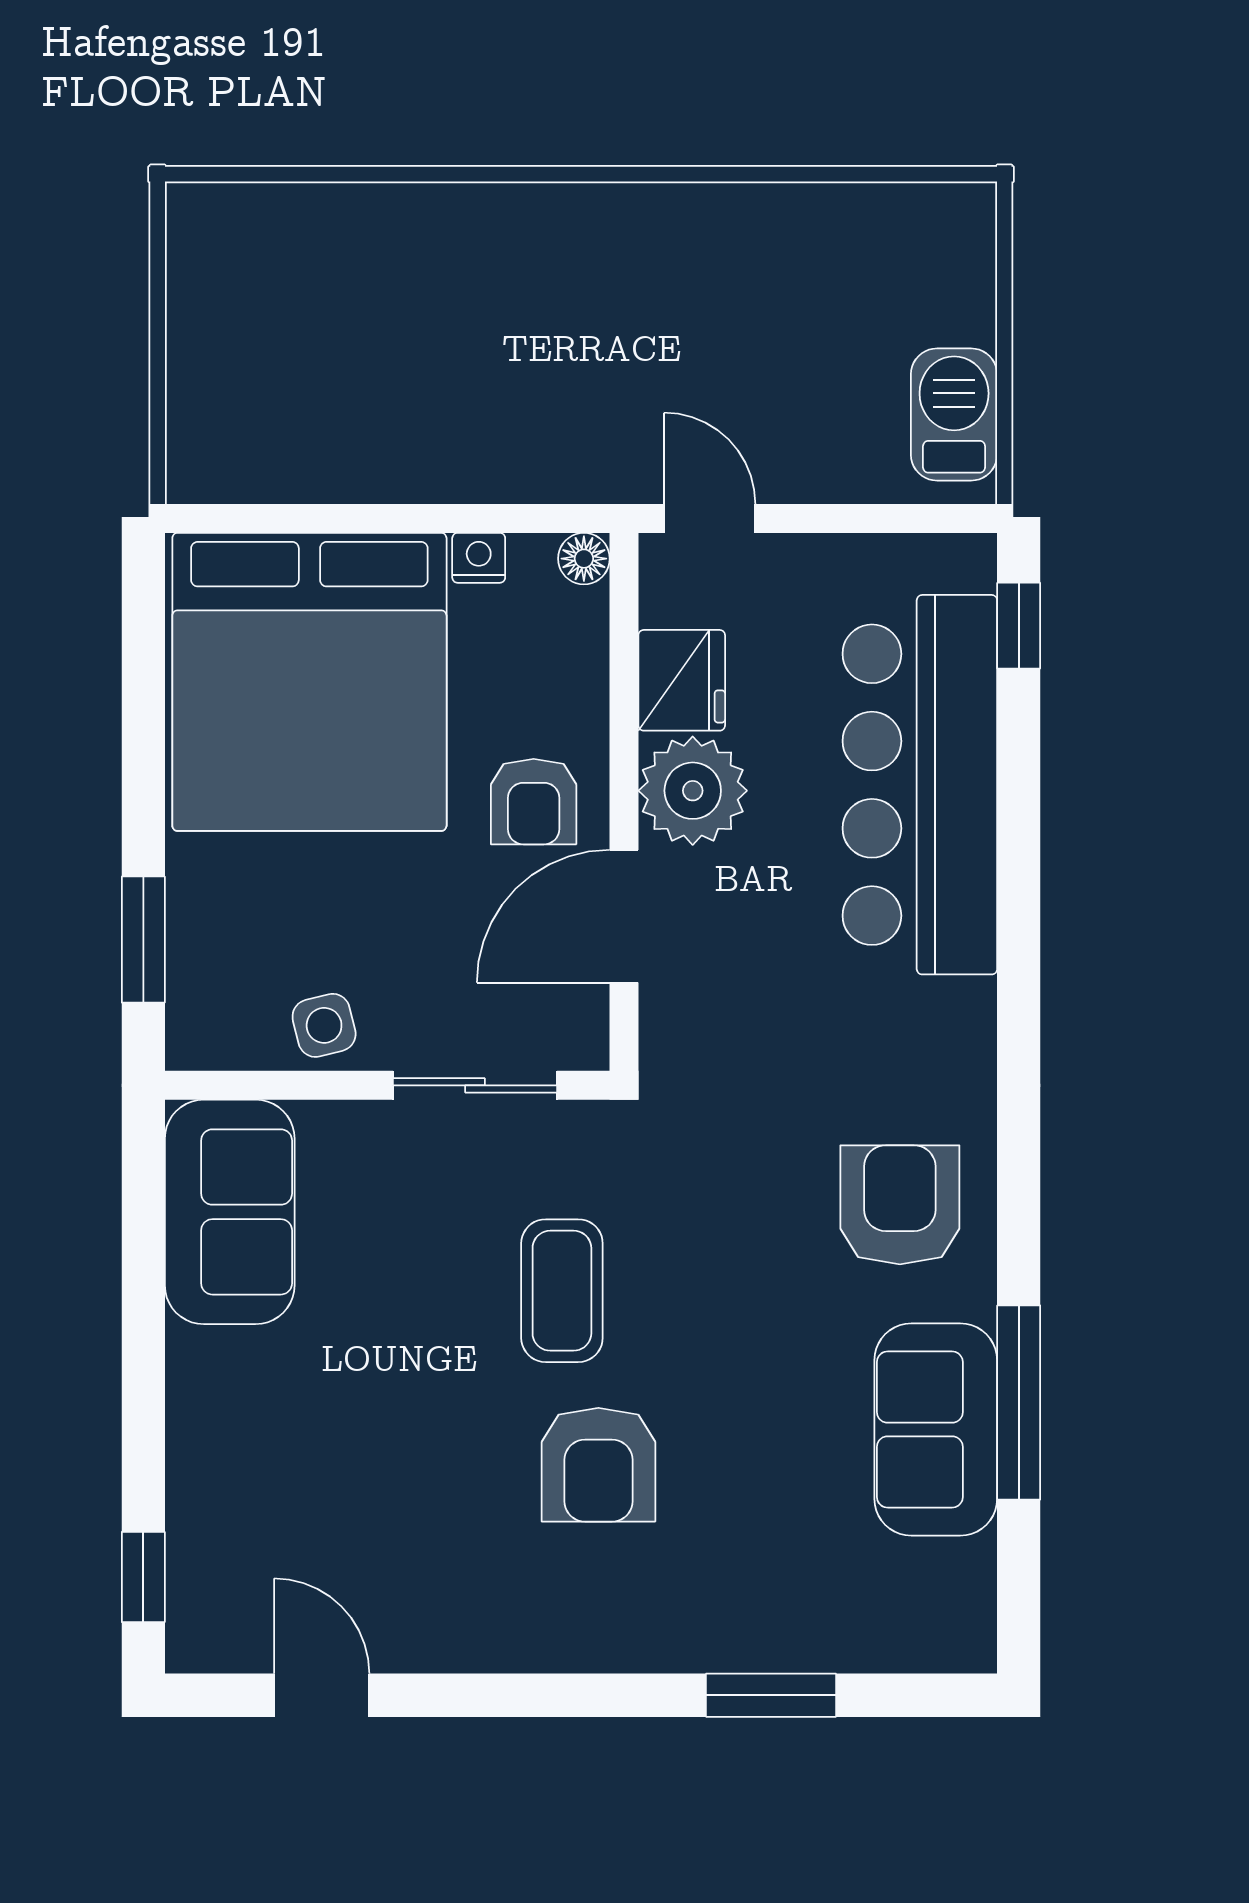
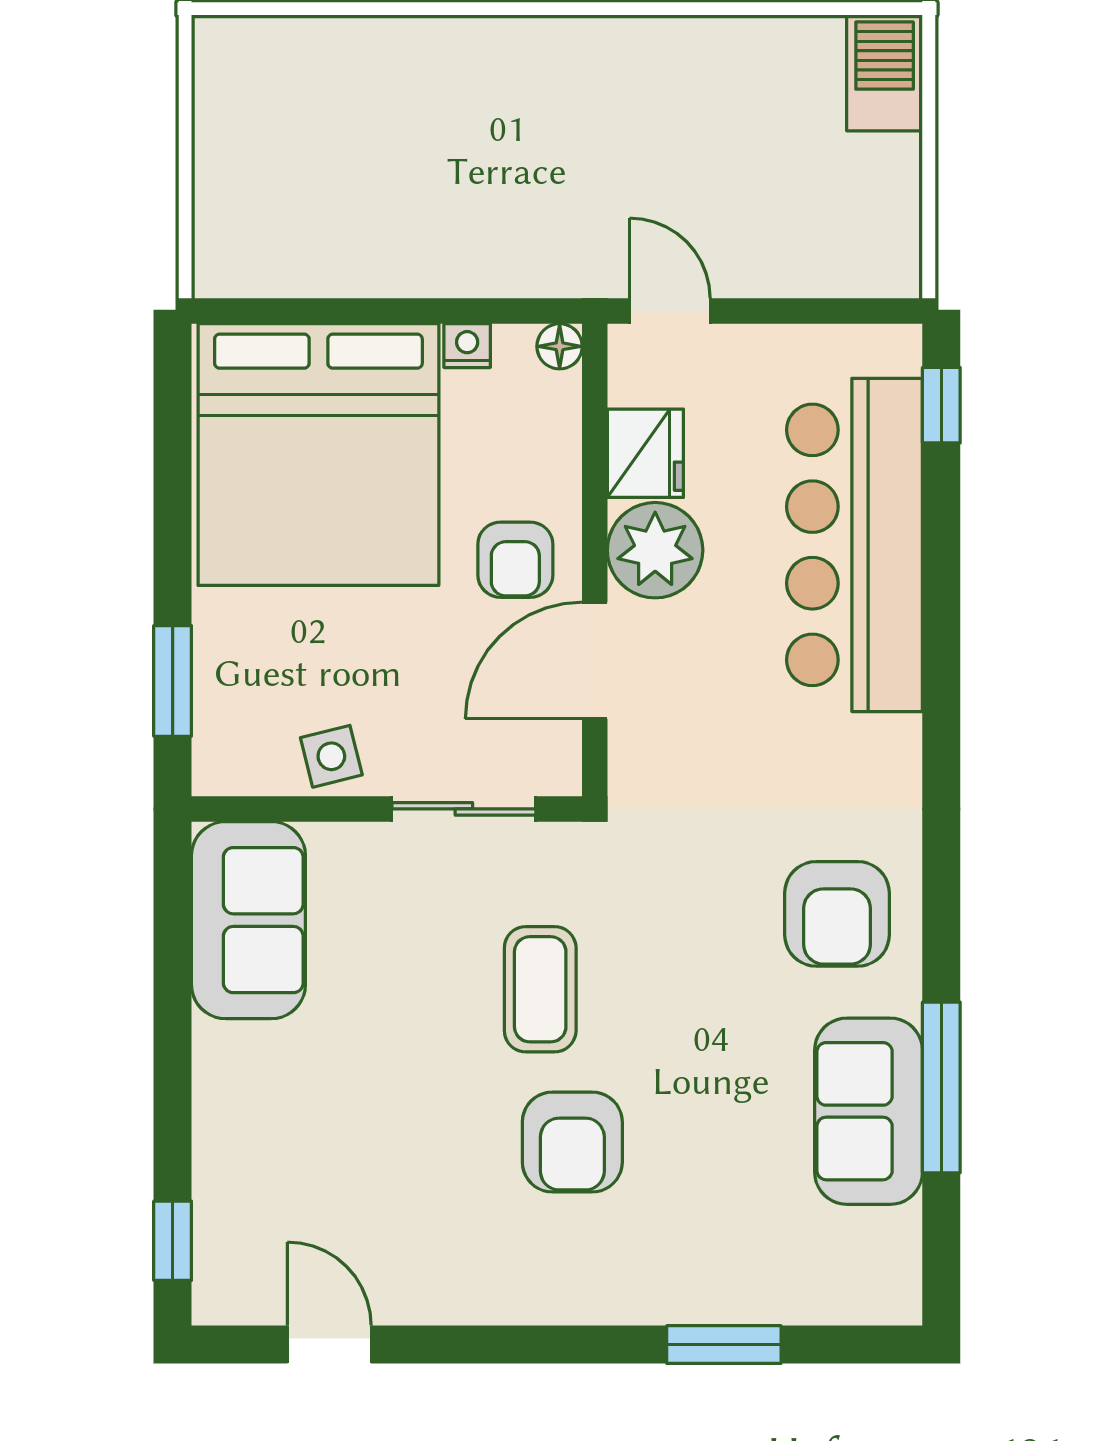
barbecue: (954, 414) -> (885, 73), moved
armchair: (900, 1205) -> (837, 914), turned 180

